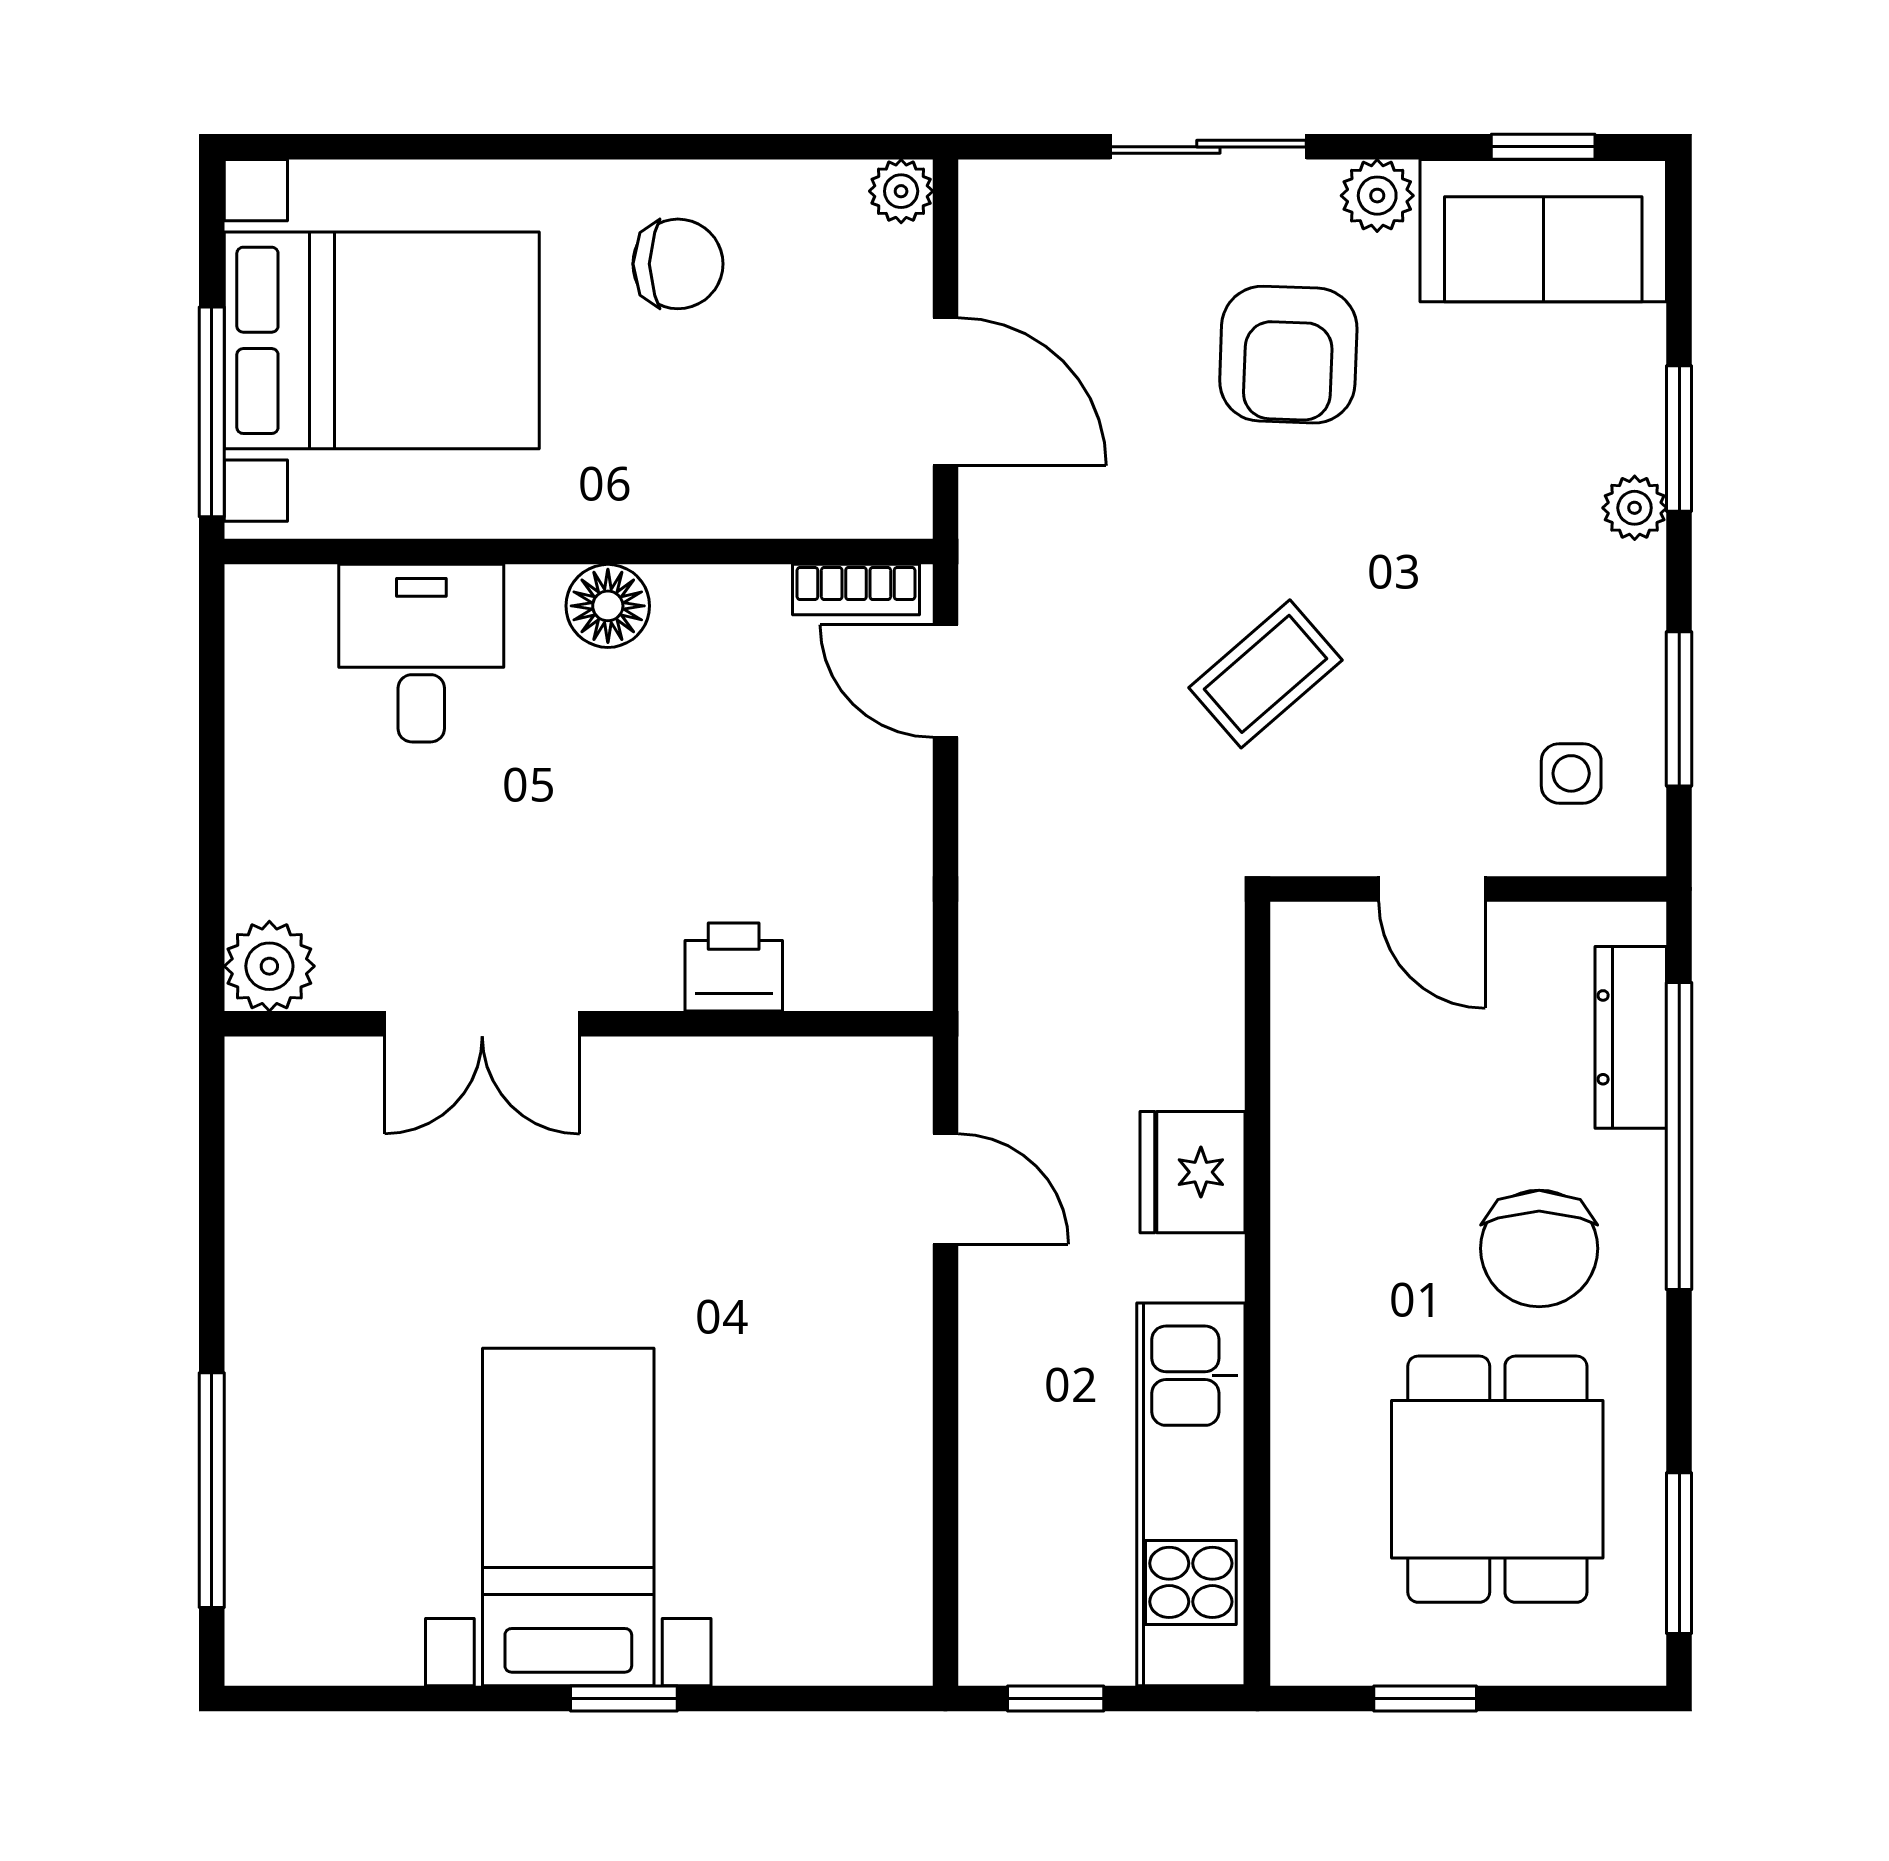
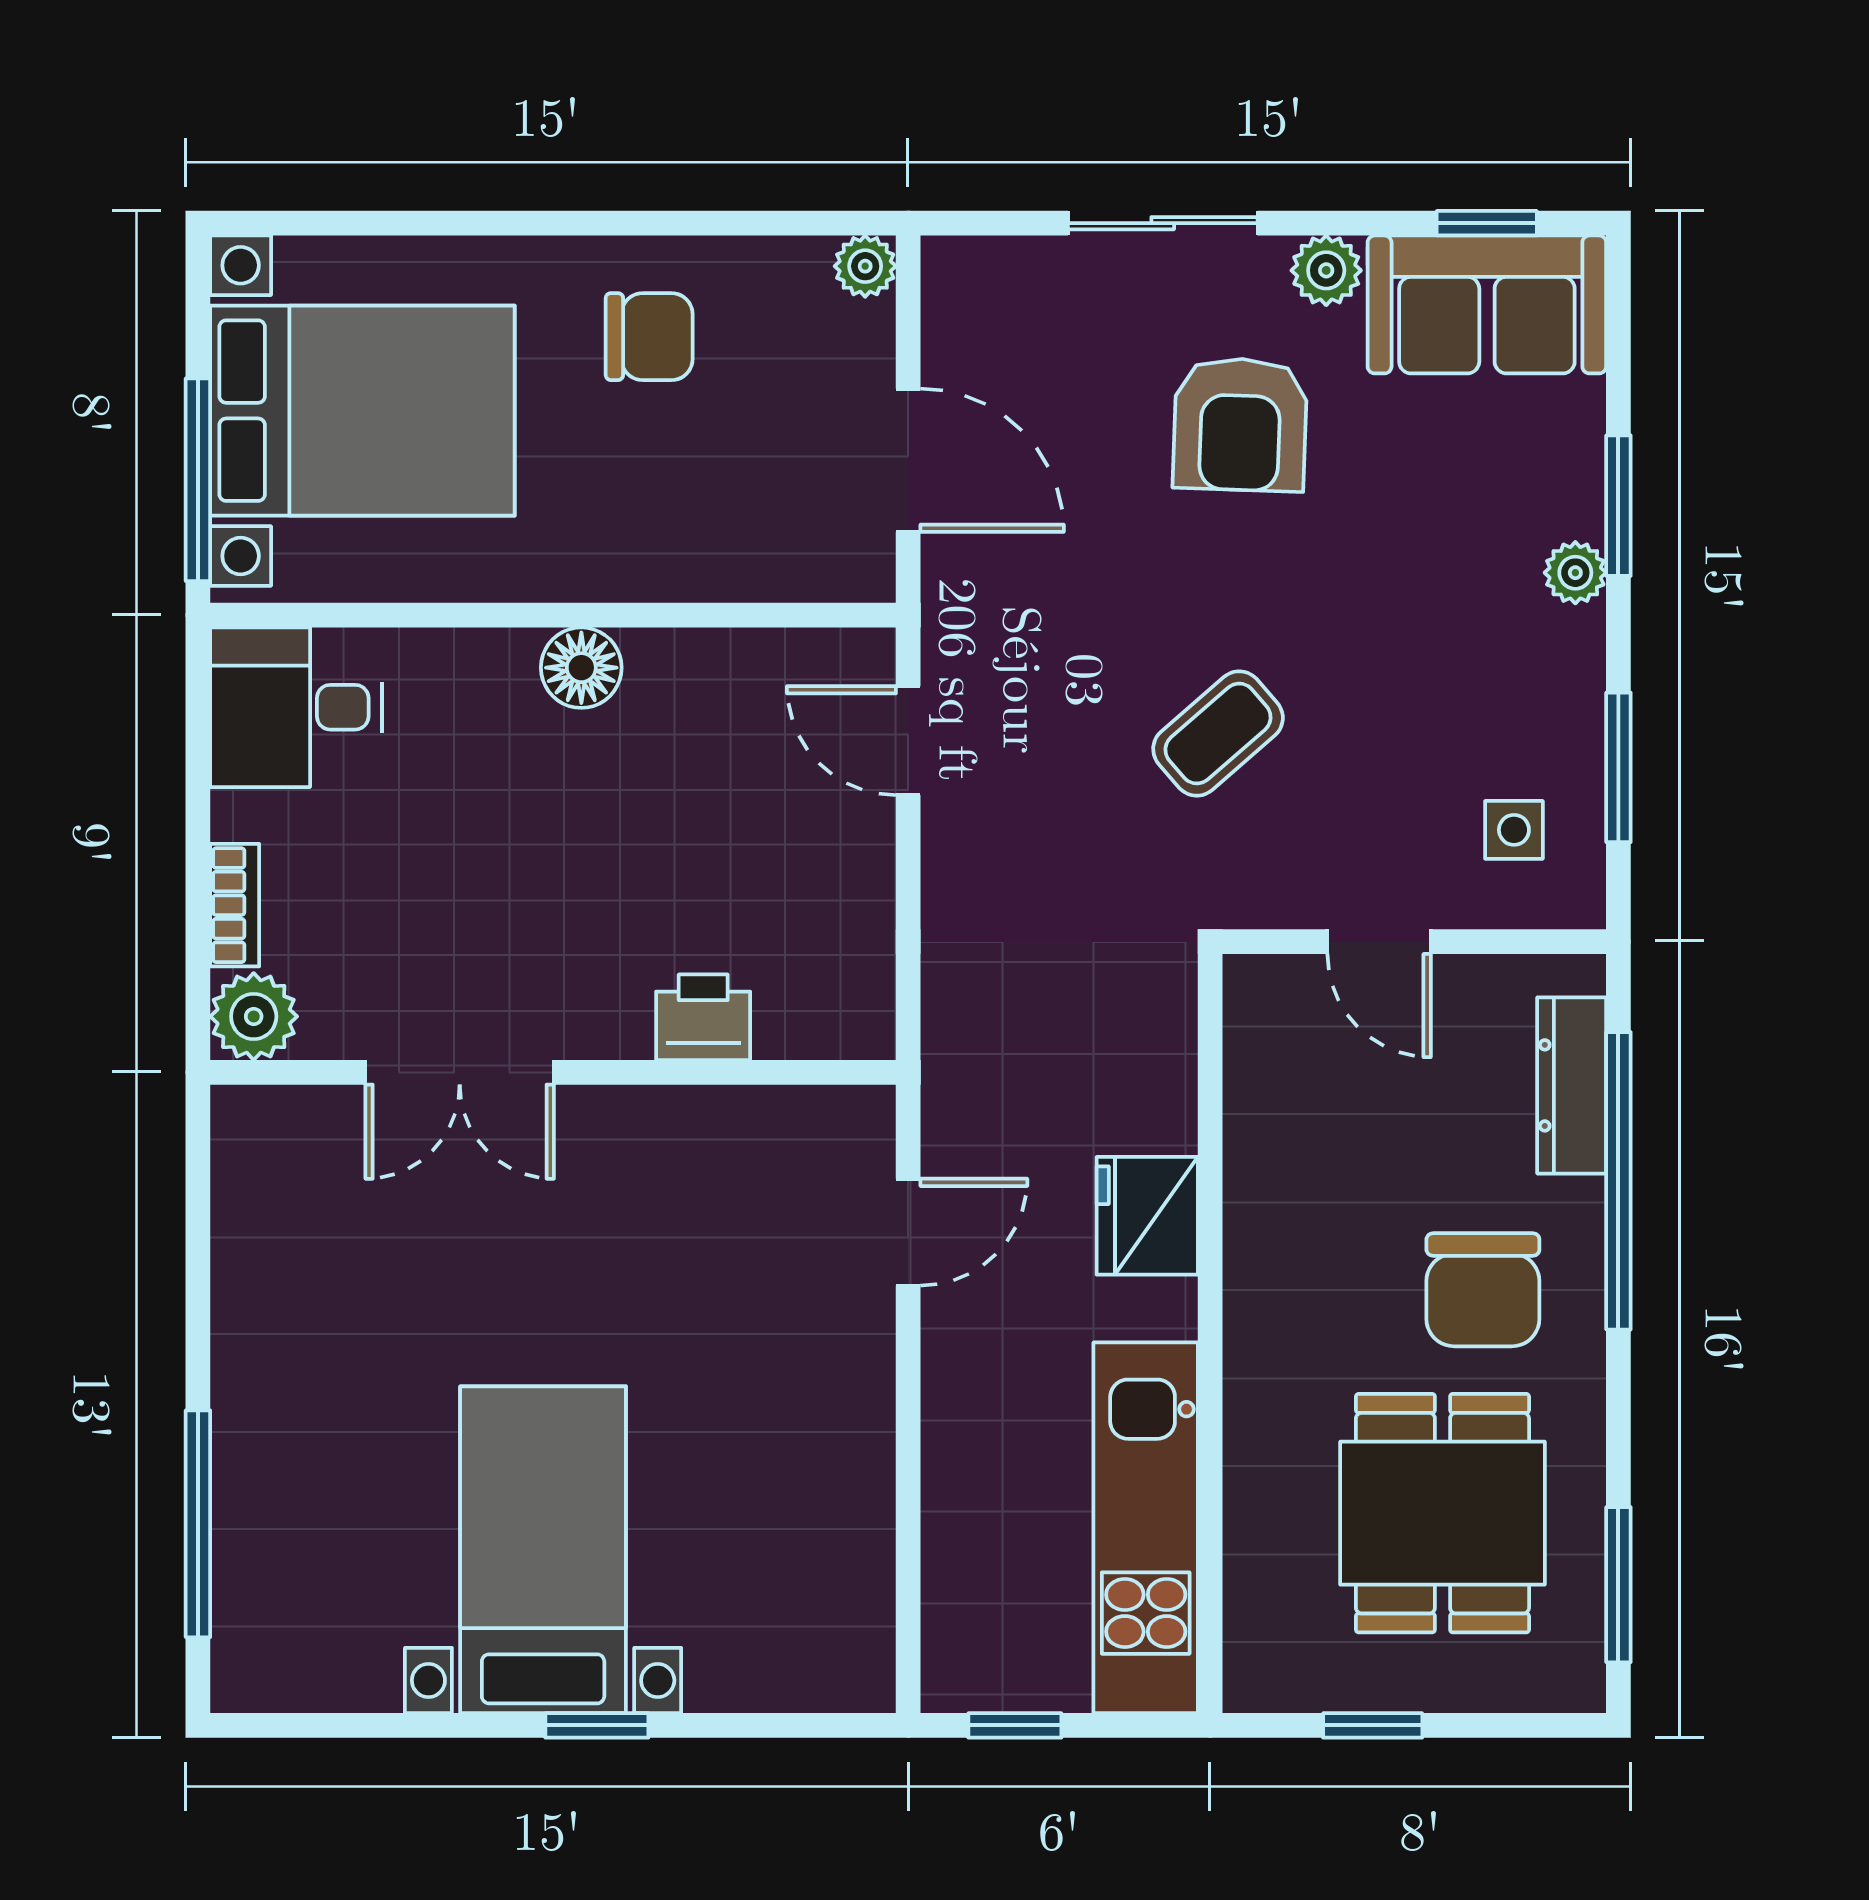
bookcase: (856, 590) -> (235, 905), moved, turned -90
desk: (421, 653) -> (296, 707), moved, turned -90
door: (945, 1189) -> (908, 1232), hinge flipped

